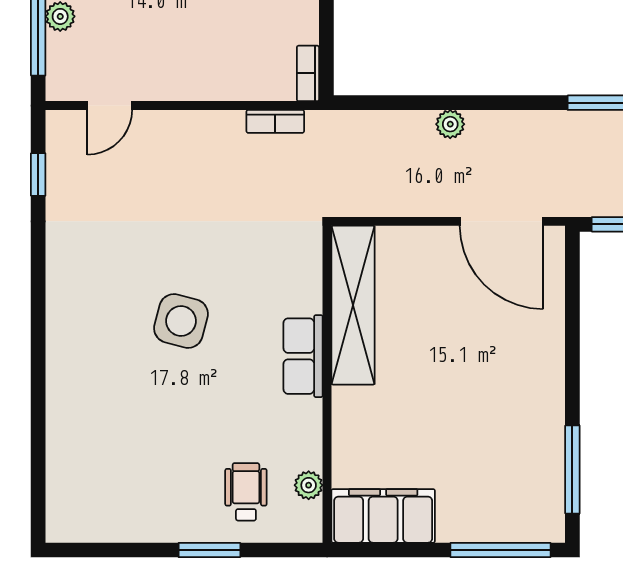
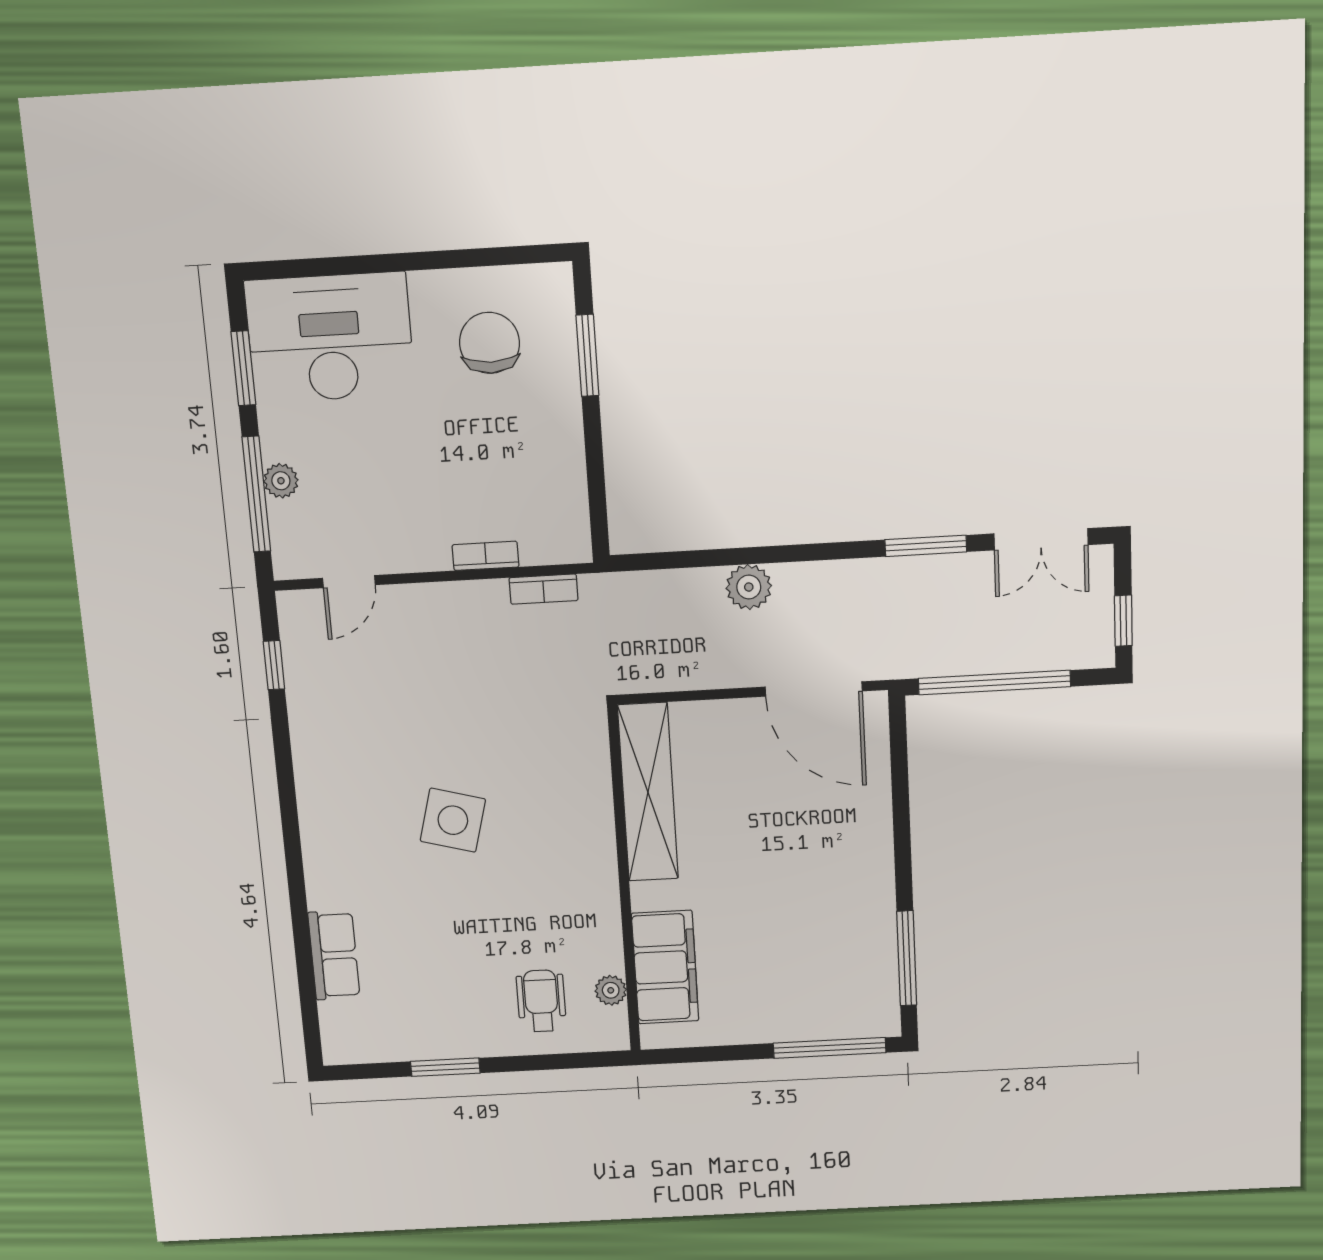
bookcase: (308, 73) -> (486, 556), moved, turned 90
plant: (450, 124) -> (749, 587), width x1.38, depth x1.38
row of seats: (303, 356) -> (334, 955), moved, turned 180
filing cabinet: (383, 516) -> (665, 967), moved, turned 90
window: (209, 550) -> (445, 1067), moved

